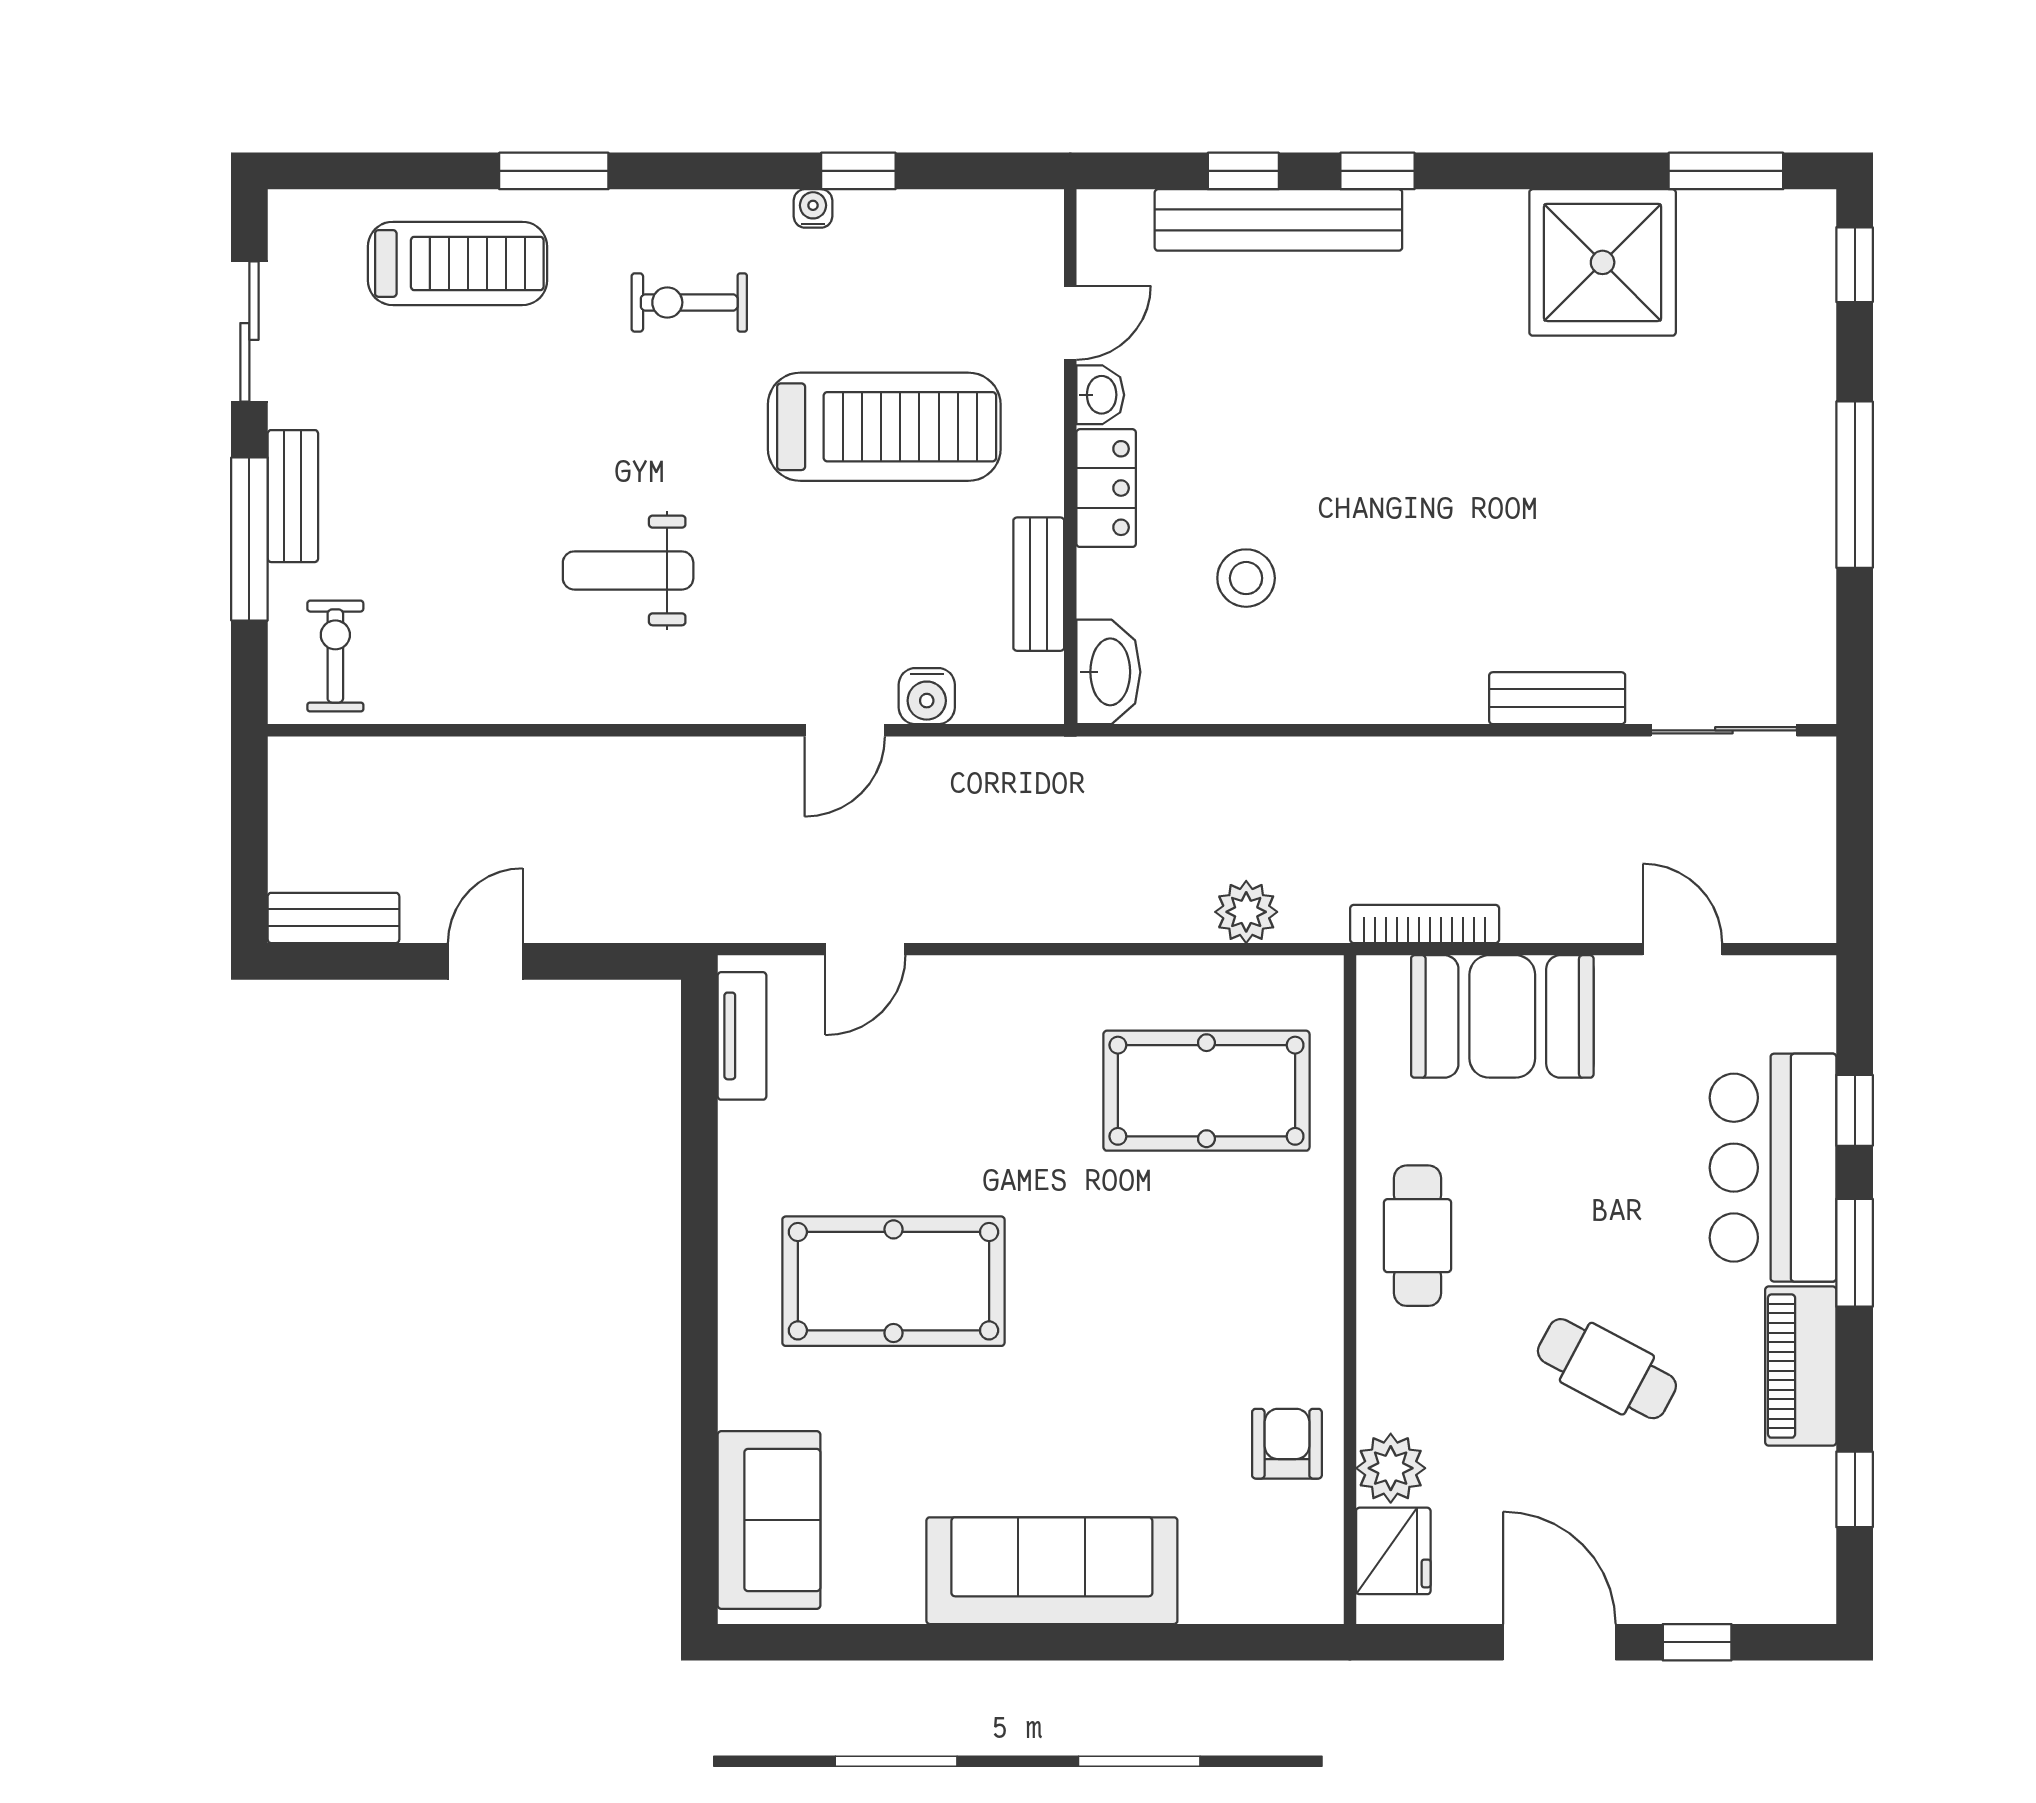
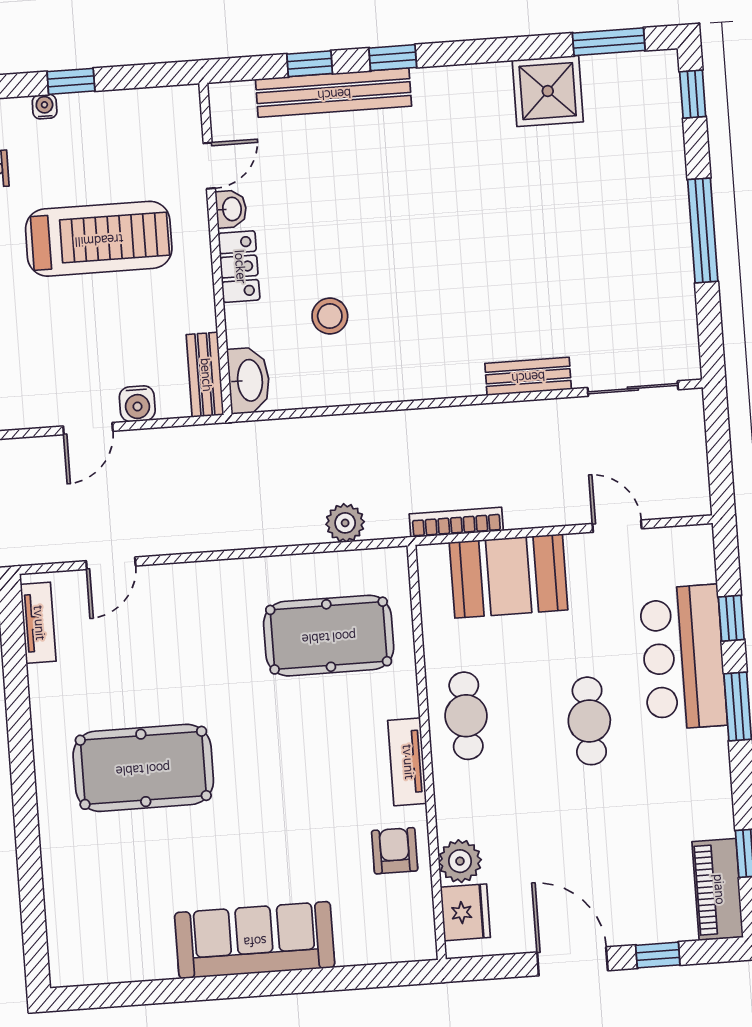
shower: (1603, 262) -> (548, 91), width x0.73, depth x0.73
bench: (1039, 584) -> (205, 375), moved
tv unit: (1318, 1303) -> (407, 762), added
piano: (1801, 1366) -> (718, 889), moved
cafe table: (1607, 1369) -> (589, 721), moved, turned 62
sofa: (769, 1520) -> (77, 922), removed

